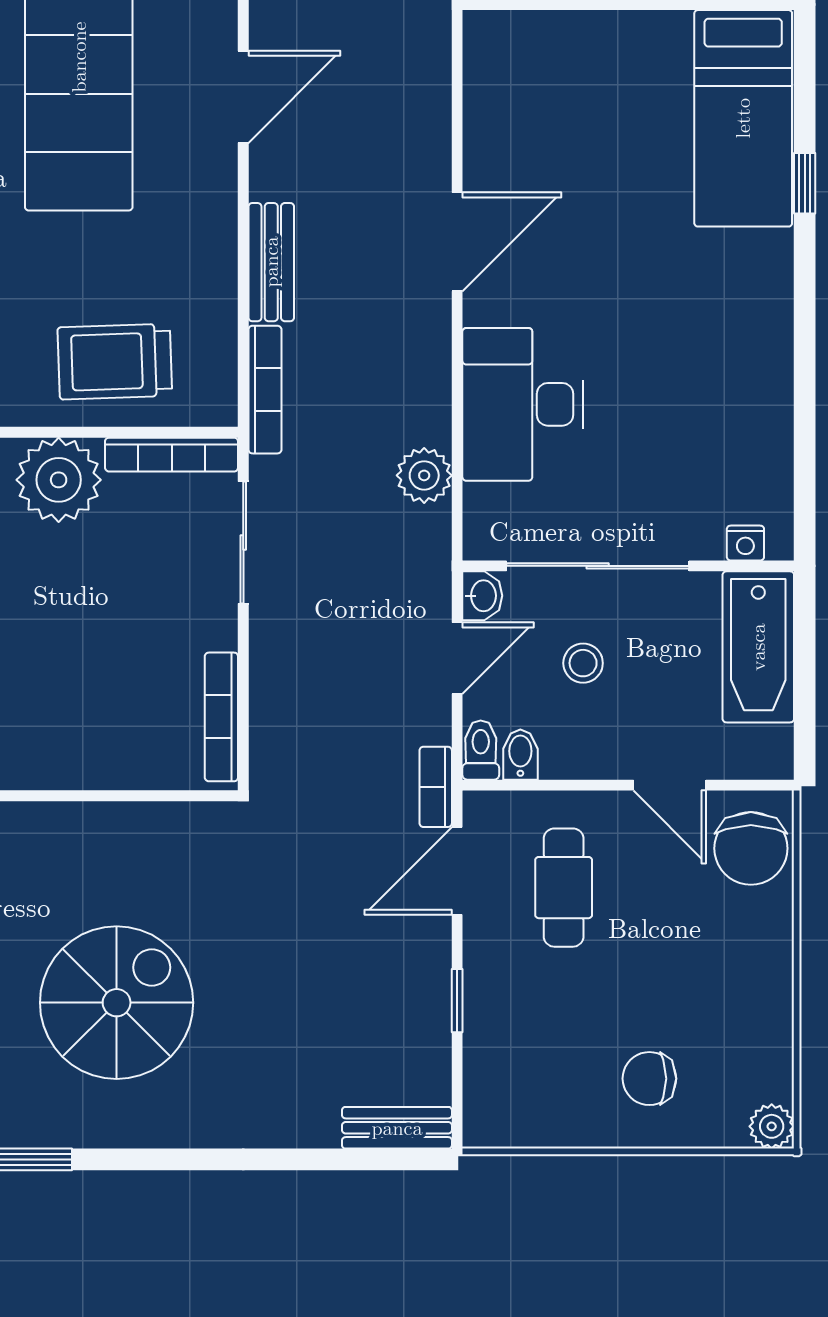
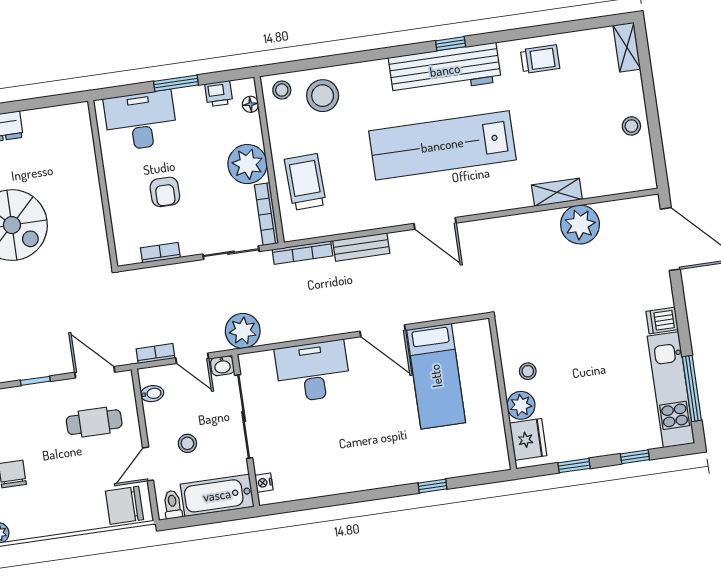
bed: (743, 118) -> (436, 376), moved, turned -90
plant: (424, 475) -> (243, 331), moved, width x1.36, depth x1.36
stool: (583, 663) -> (187, 443), moved
armchair: (93, 665) -> (165, 192), added
bookcase: (221, 717) -> (160, 253), width x0.64
toilet: (481, 750) -> (173, 505), moved, turned -90
bookcase: (436, 787) -> (156, 354), moved

